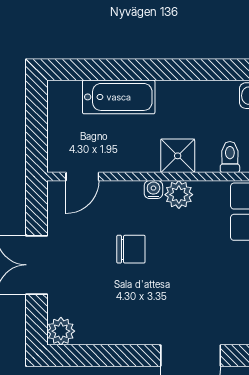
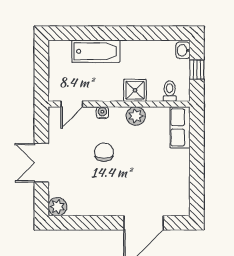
water cooler: (153, 190) -> (102, 113), moved
chair: (131, 249) -> (104, 152), turned -90

